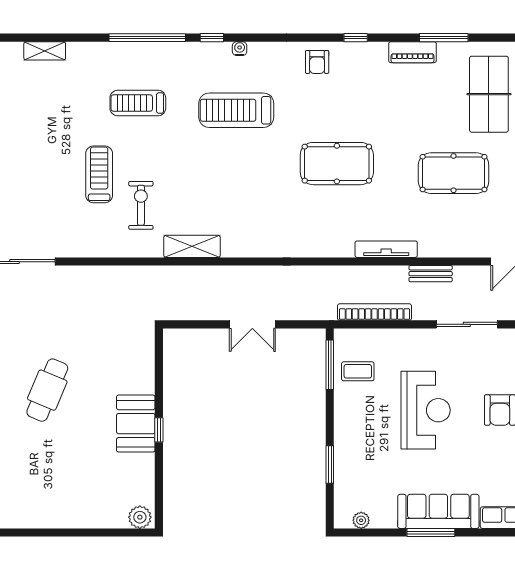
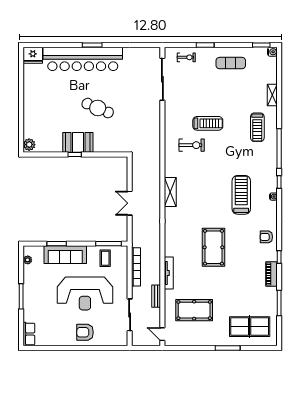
piano: (412, 52) -> (272, 274), moved
treadmill: (138, 103) -> (257, 127), moved, turned 180
pool table: (454, 173) -> (194, 310), moved, turned 90
shelving: (192, 246) -> (170, 192), moved
cafe table: (47, 390) -> (98, 108), moved
reception desk: (426, 410) -> (85, 294), width x1.36, depth x1.30
sofa: (438, 511) -> (65, 255), moved, turned 90

